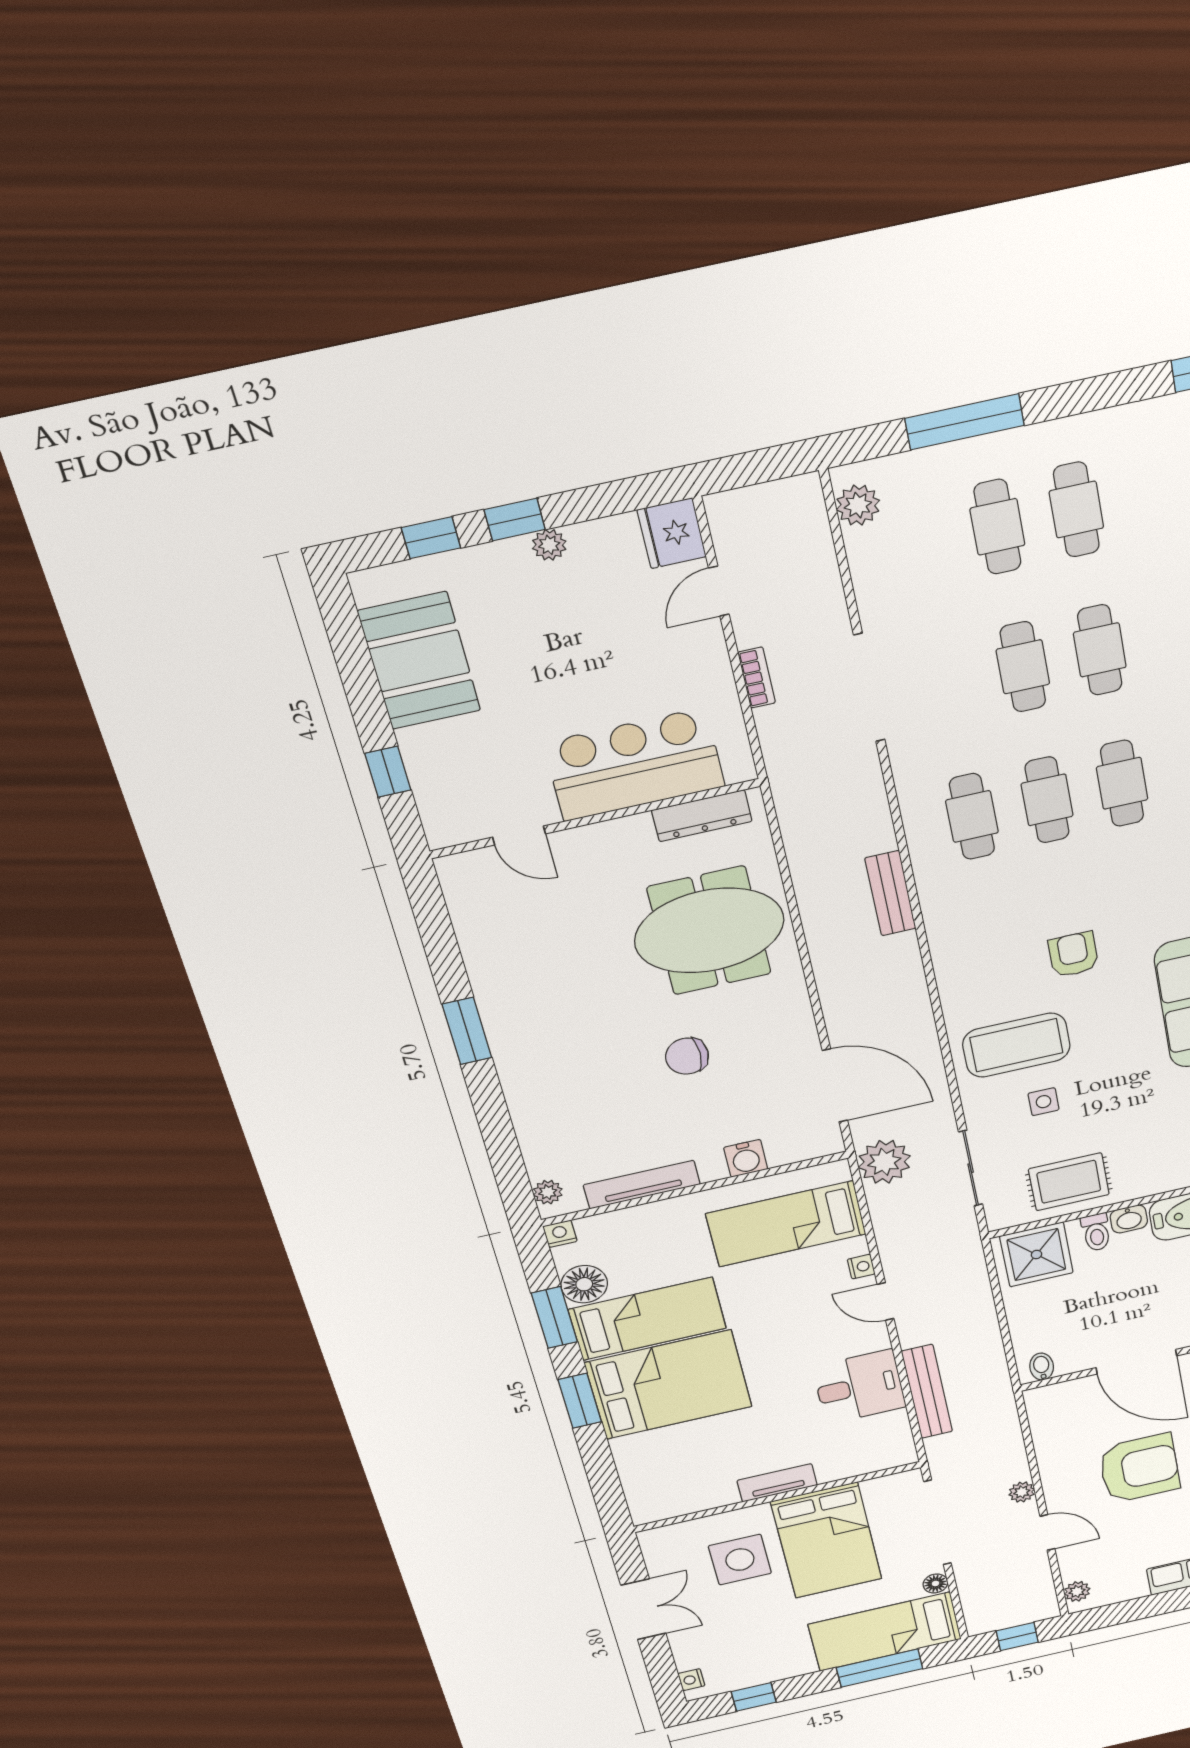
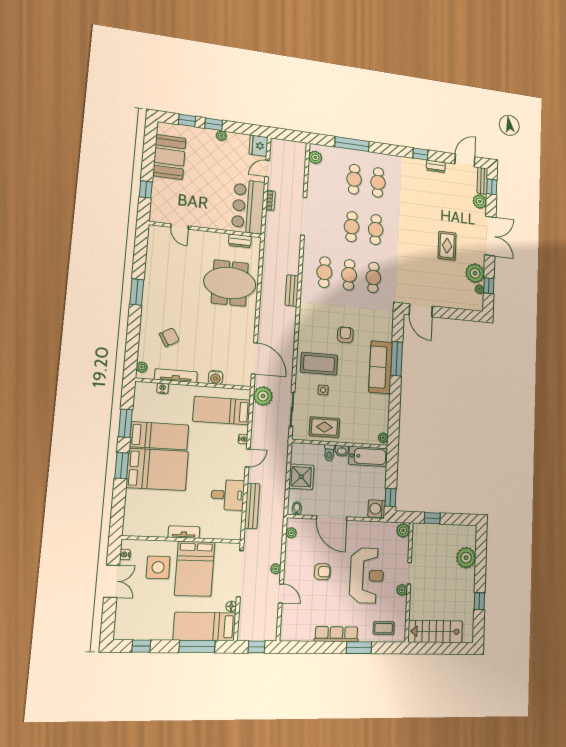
bar counter: (635, 765) -> (248, 206), moved, turned -90
dresser: (702, 816) -> (240, 241), width x0.70
chair: (687, 1056) -> (169, 337), moved, turned 150
nightstand: (560, 1234) -> (163, 388), moved
shower: (1036, 1254) -> (301, 477), moved
floor lamp: (584, 1284) -> (141, 412), removed
door: (886, 1301) -> (248, 458), swing flipped
armchair: (1139, 1468) -> (322, 572), width x0.53, depth x0.53
plant: (1077, 1591) -> (291, 533), moved
nightstand: (691, 1680) -> (125, 555), moved

